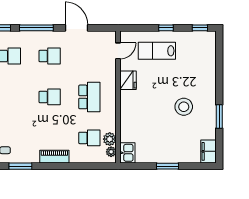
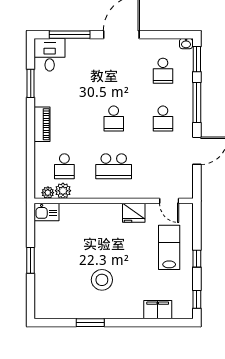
filing cabinet: (208, 151) -> (158, 310), moved

